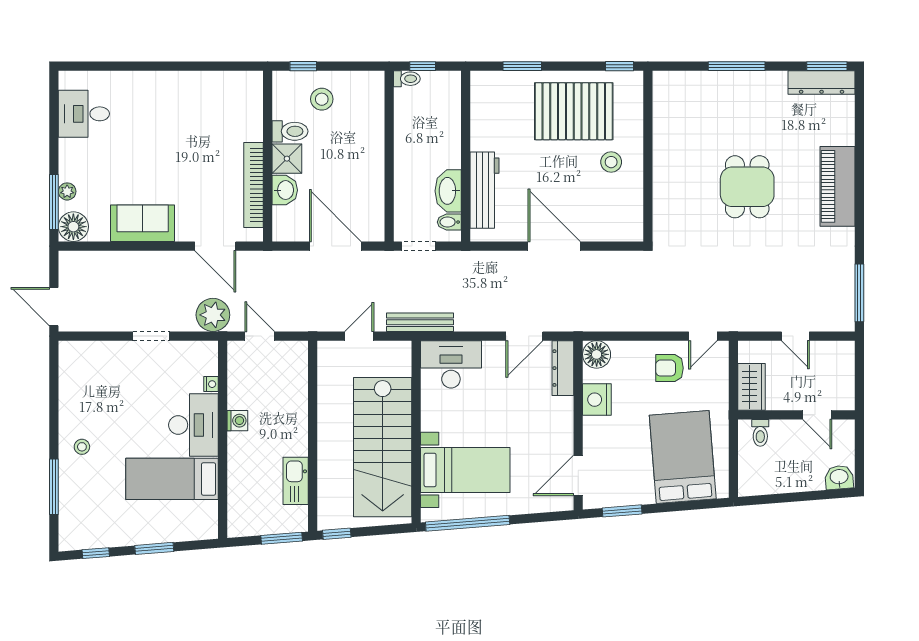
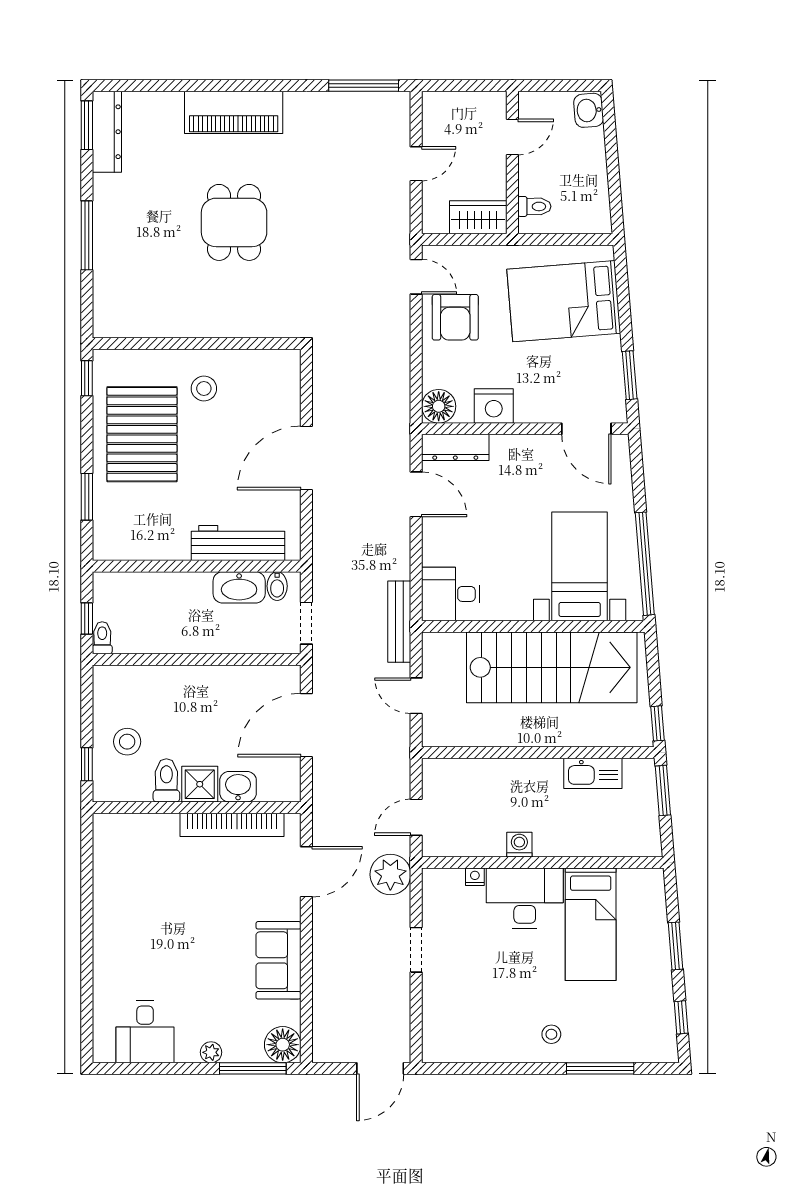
dining table: (747, 187) -> (234, 222), turned 90
plant: (67, 191) -> (211, 1052), moved
desk: (451, 364) -> (451, 594), width x0.73
armchair: (669, 368) -> (455, 317), width x1.38, depth x1.38

